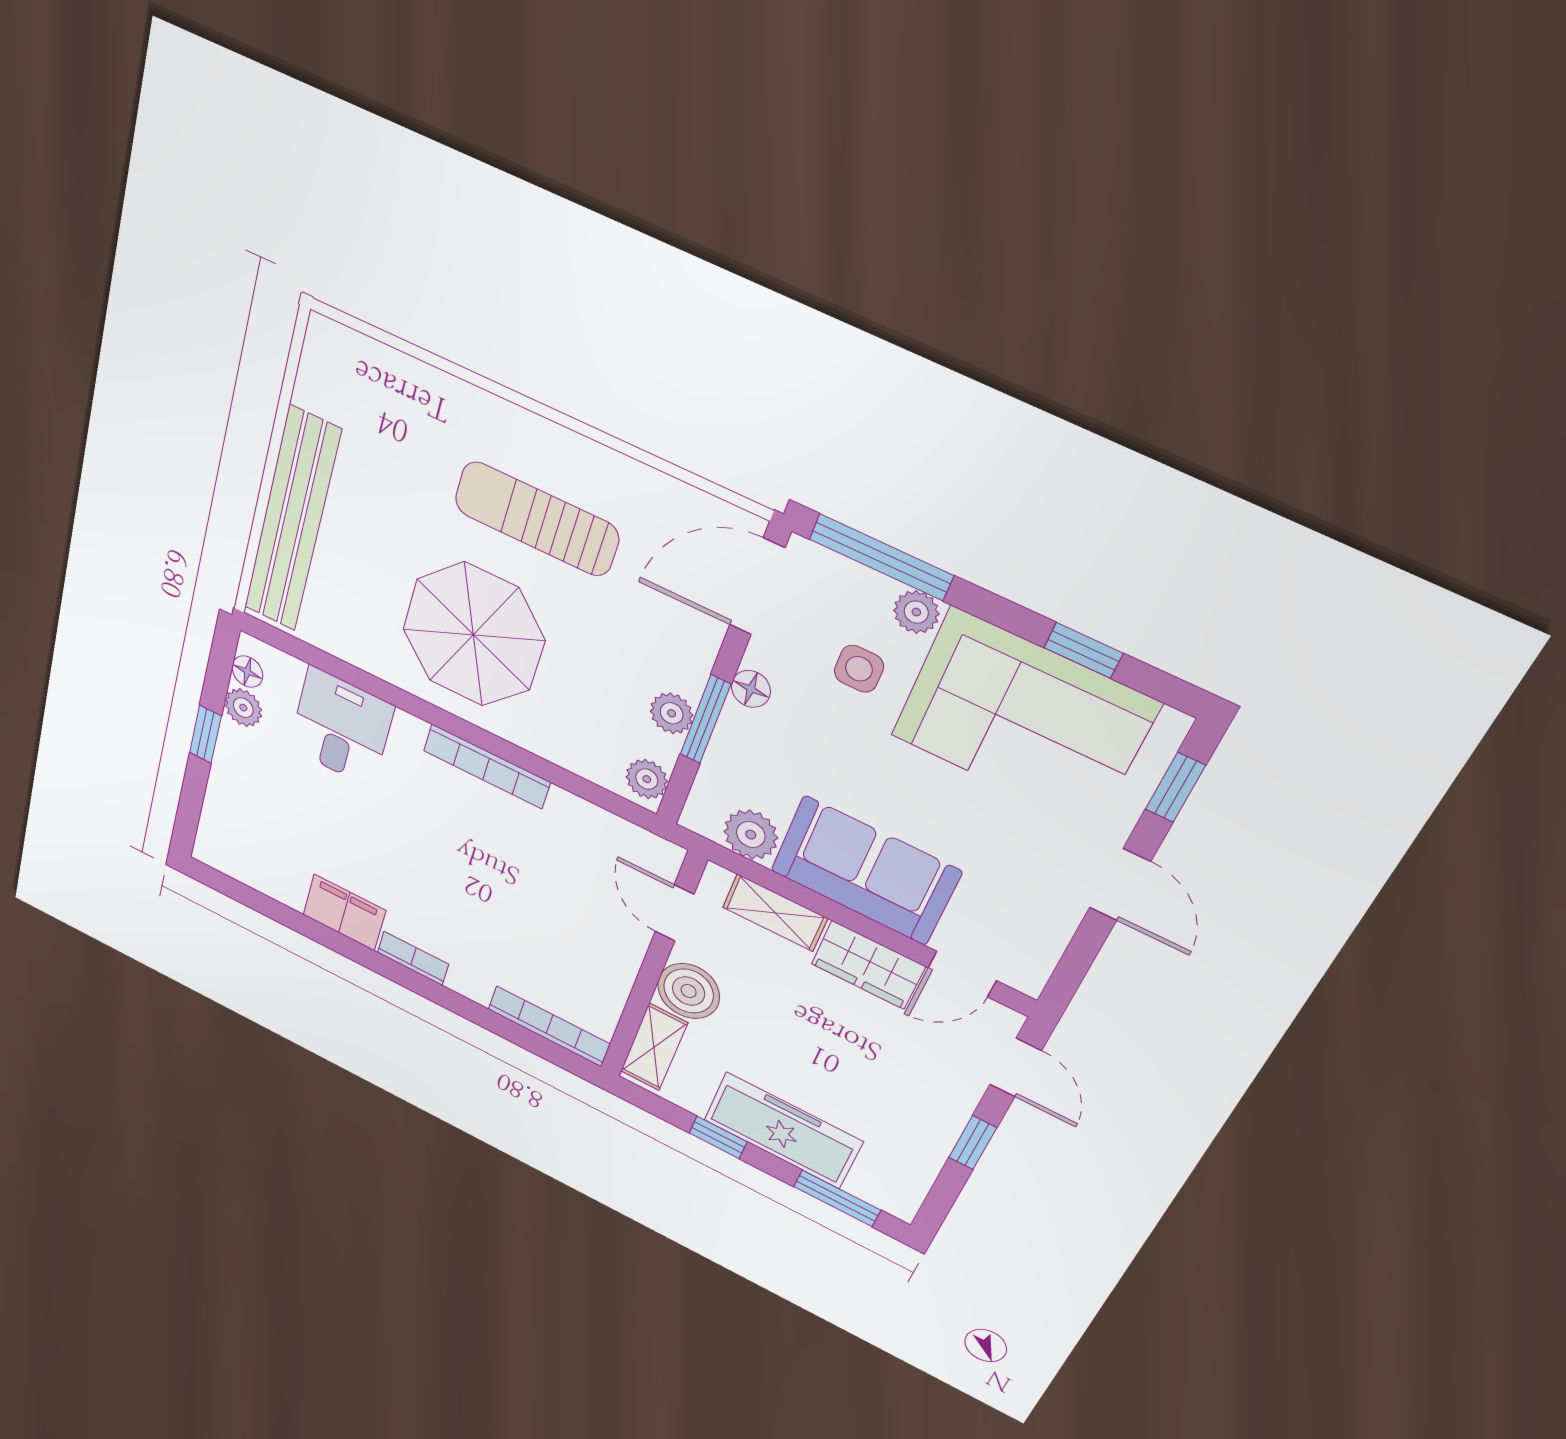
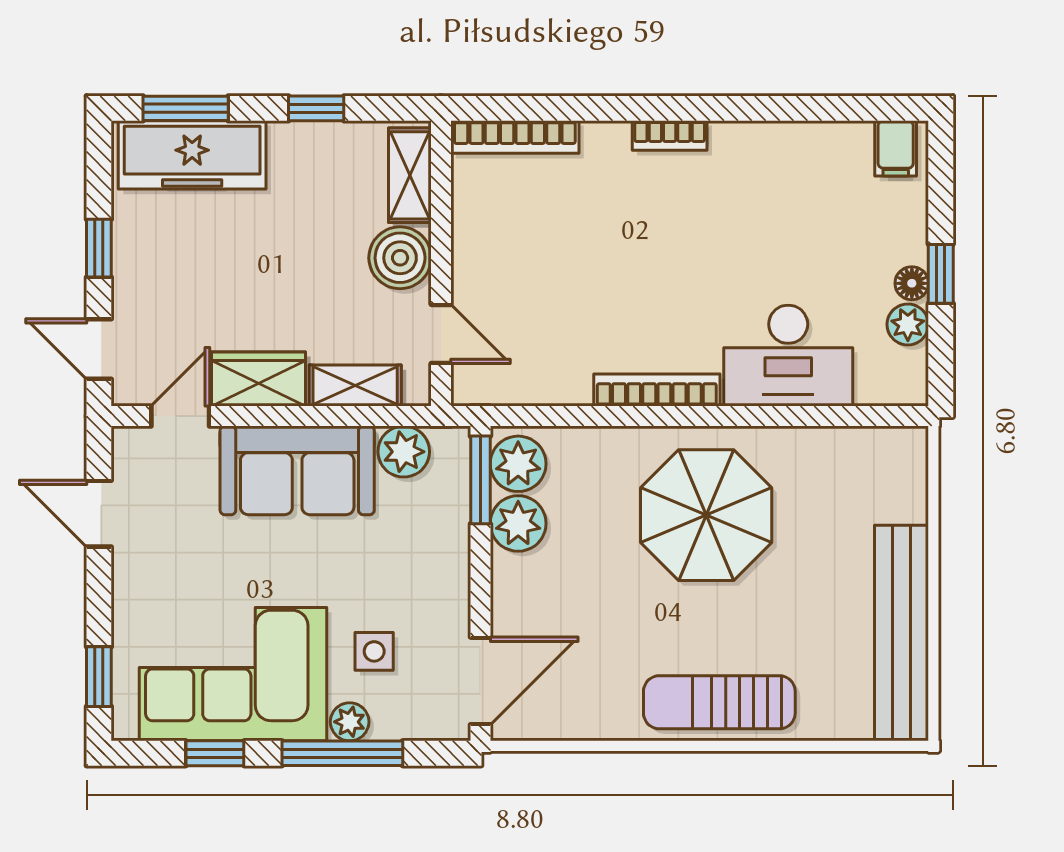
sun lounger: (537, 519) -> (719, 702), moved, turned 180
bench: (292, 521) -> (902, 633), moved
window: (881, 557) -> (342, 753), moved
floor lamp: (247, 672) -> (912, 283), moved
floor lamp: (751, 689) -> (453, 589), removed
plant: (672, 713) -> (518, 523), width x1.38, depth x1.38
window: (705, 719) -> (480, 480), moved
desk: (341, 727) -> (788, 356), width x1.37
plant: (647, 779) -> (518, 464), width x1.38, depth x1.38
door: (1120, 885) -> (99, 514), moved
filing cabinet: (344, 913) -> (896, 148), moved, width x0.50
freezer: (783, 1131) -> (192, 155), moved

